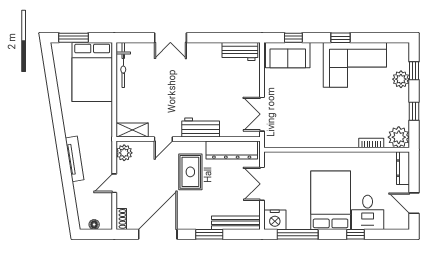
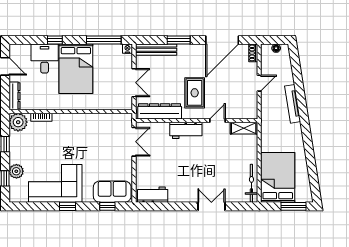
plant: (124, 153) -> (251, 109), removed
nightstand: (275, 220) -> (127, 49), width x0.53, depth x0.56

